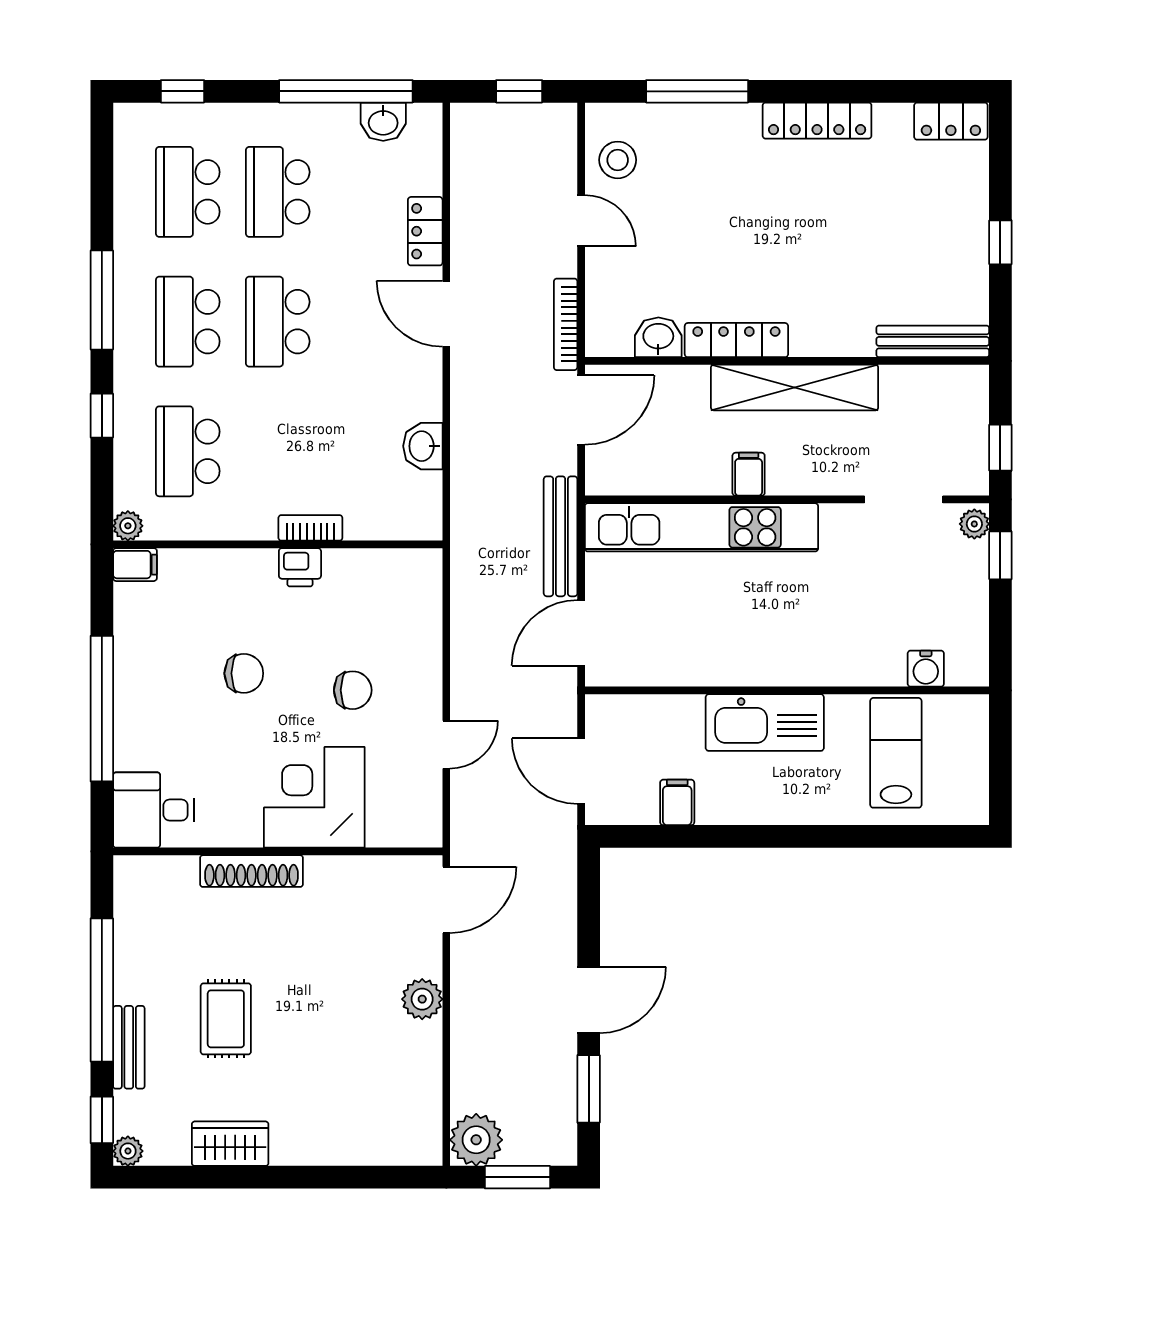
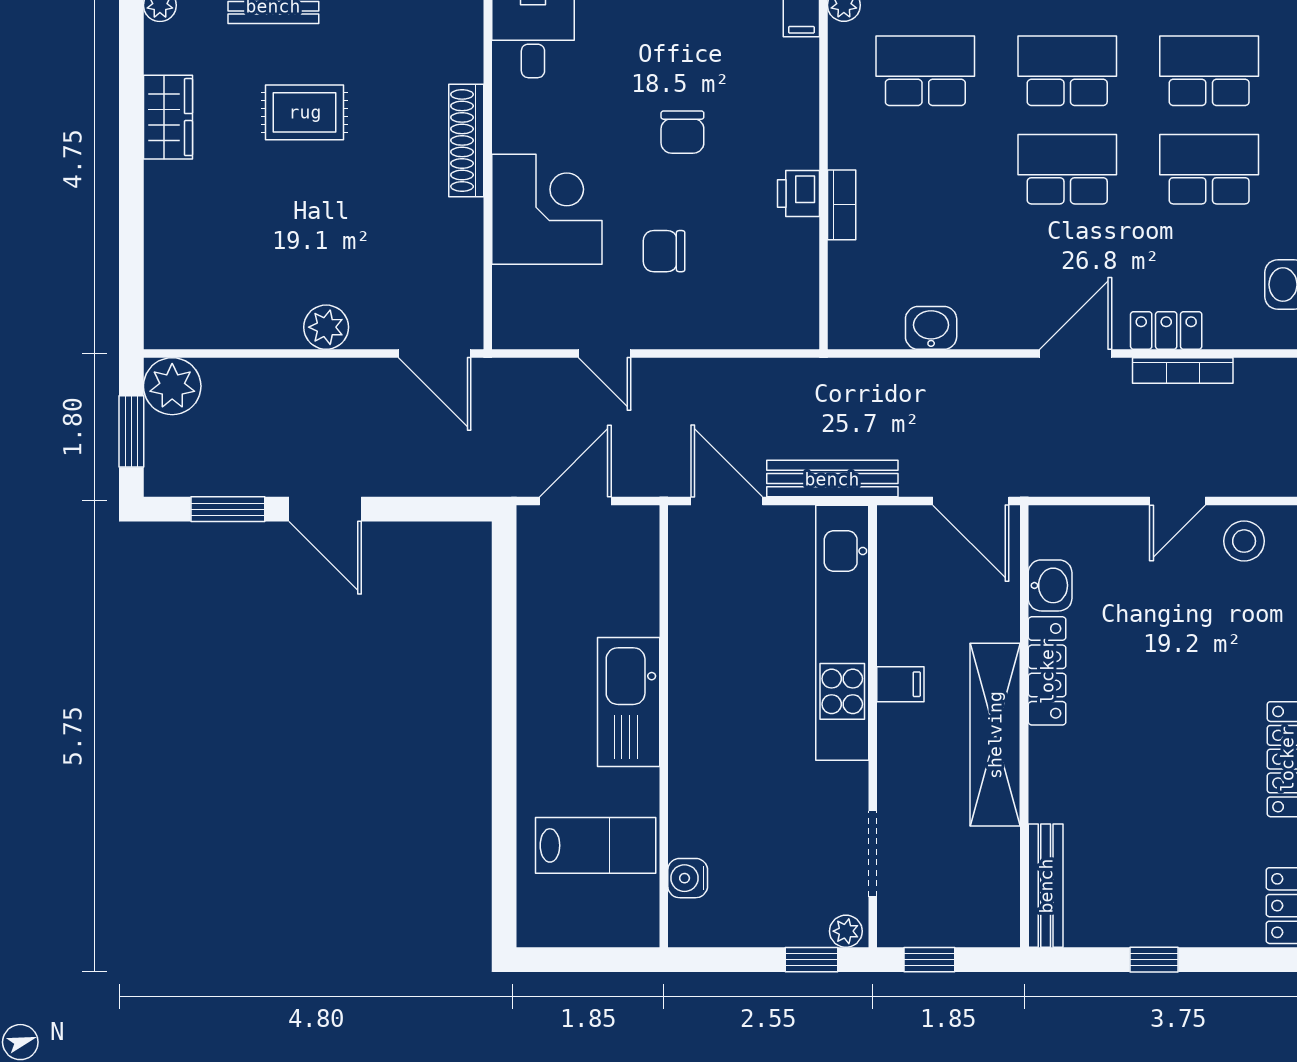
bookcase: (566, 324) -> (1183, 370), moved, turned 180
chair: (353, 690) -> (664, 251), turned 90
filing cabinet: (677, 802) -> (541, 606), removed

